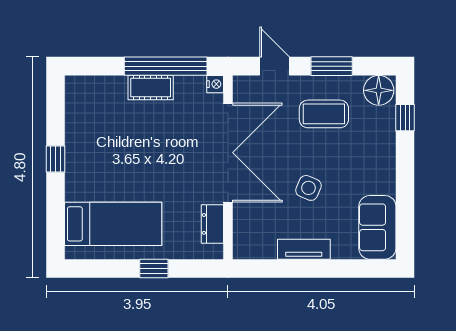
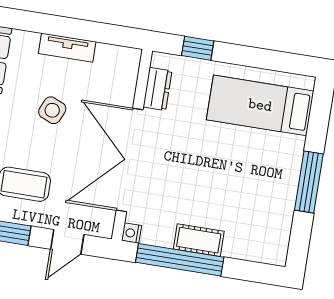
door: (274, 66) -> (67, 242), hinge flipped
window: (55, 159) -> (309, 182), width x2.17
window: (154, 268) -> (198, 48), moved

